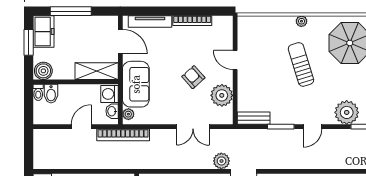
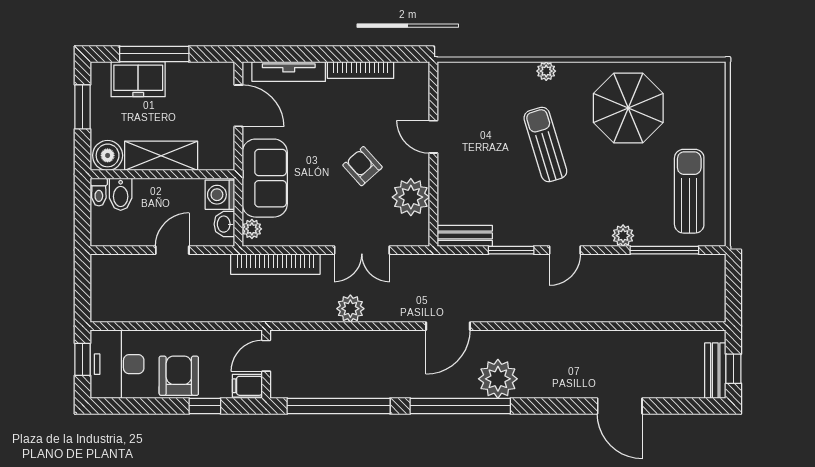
freezer: (43, 32) -> (138, 79), moved, turned 90
shelving: (97, 71) -> (161, 156), moved
plant: (347, 112) -> (623, 236), width x0.53, depth x0.53
bookcase: (123, 135) -> (275, 264), moved
plant: (221, 161) -> (350, 309), moved

